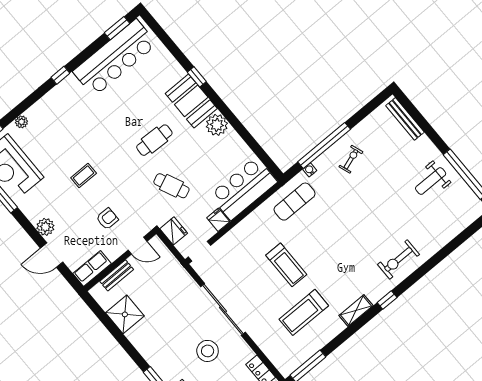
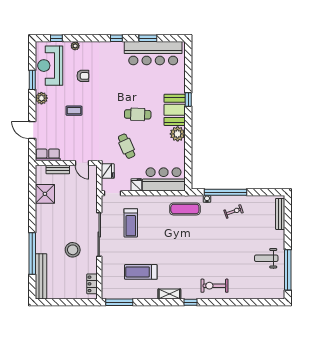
window: (117, 28) -> (148, 38), moved
coffee table: (84, 176) -> (74, 111), moved
armchair: (107, 219) -> (83, 76), moved
plant: (45, 227) -> (41, 98), moved
treadmill: (286, 265) -> (131, 223), moved

